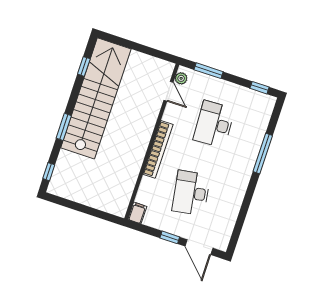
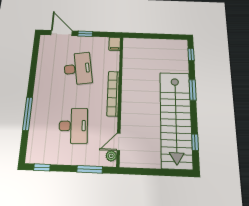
door: (169, 91) -> (119, 142), hinge flipped

